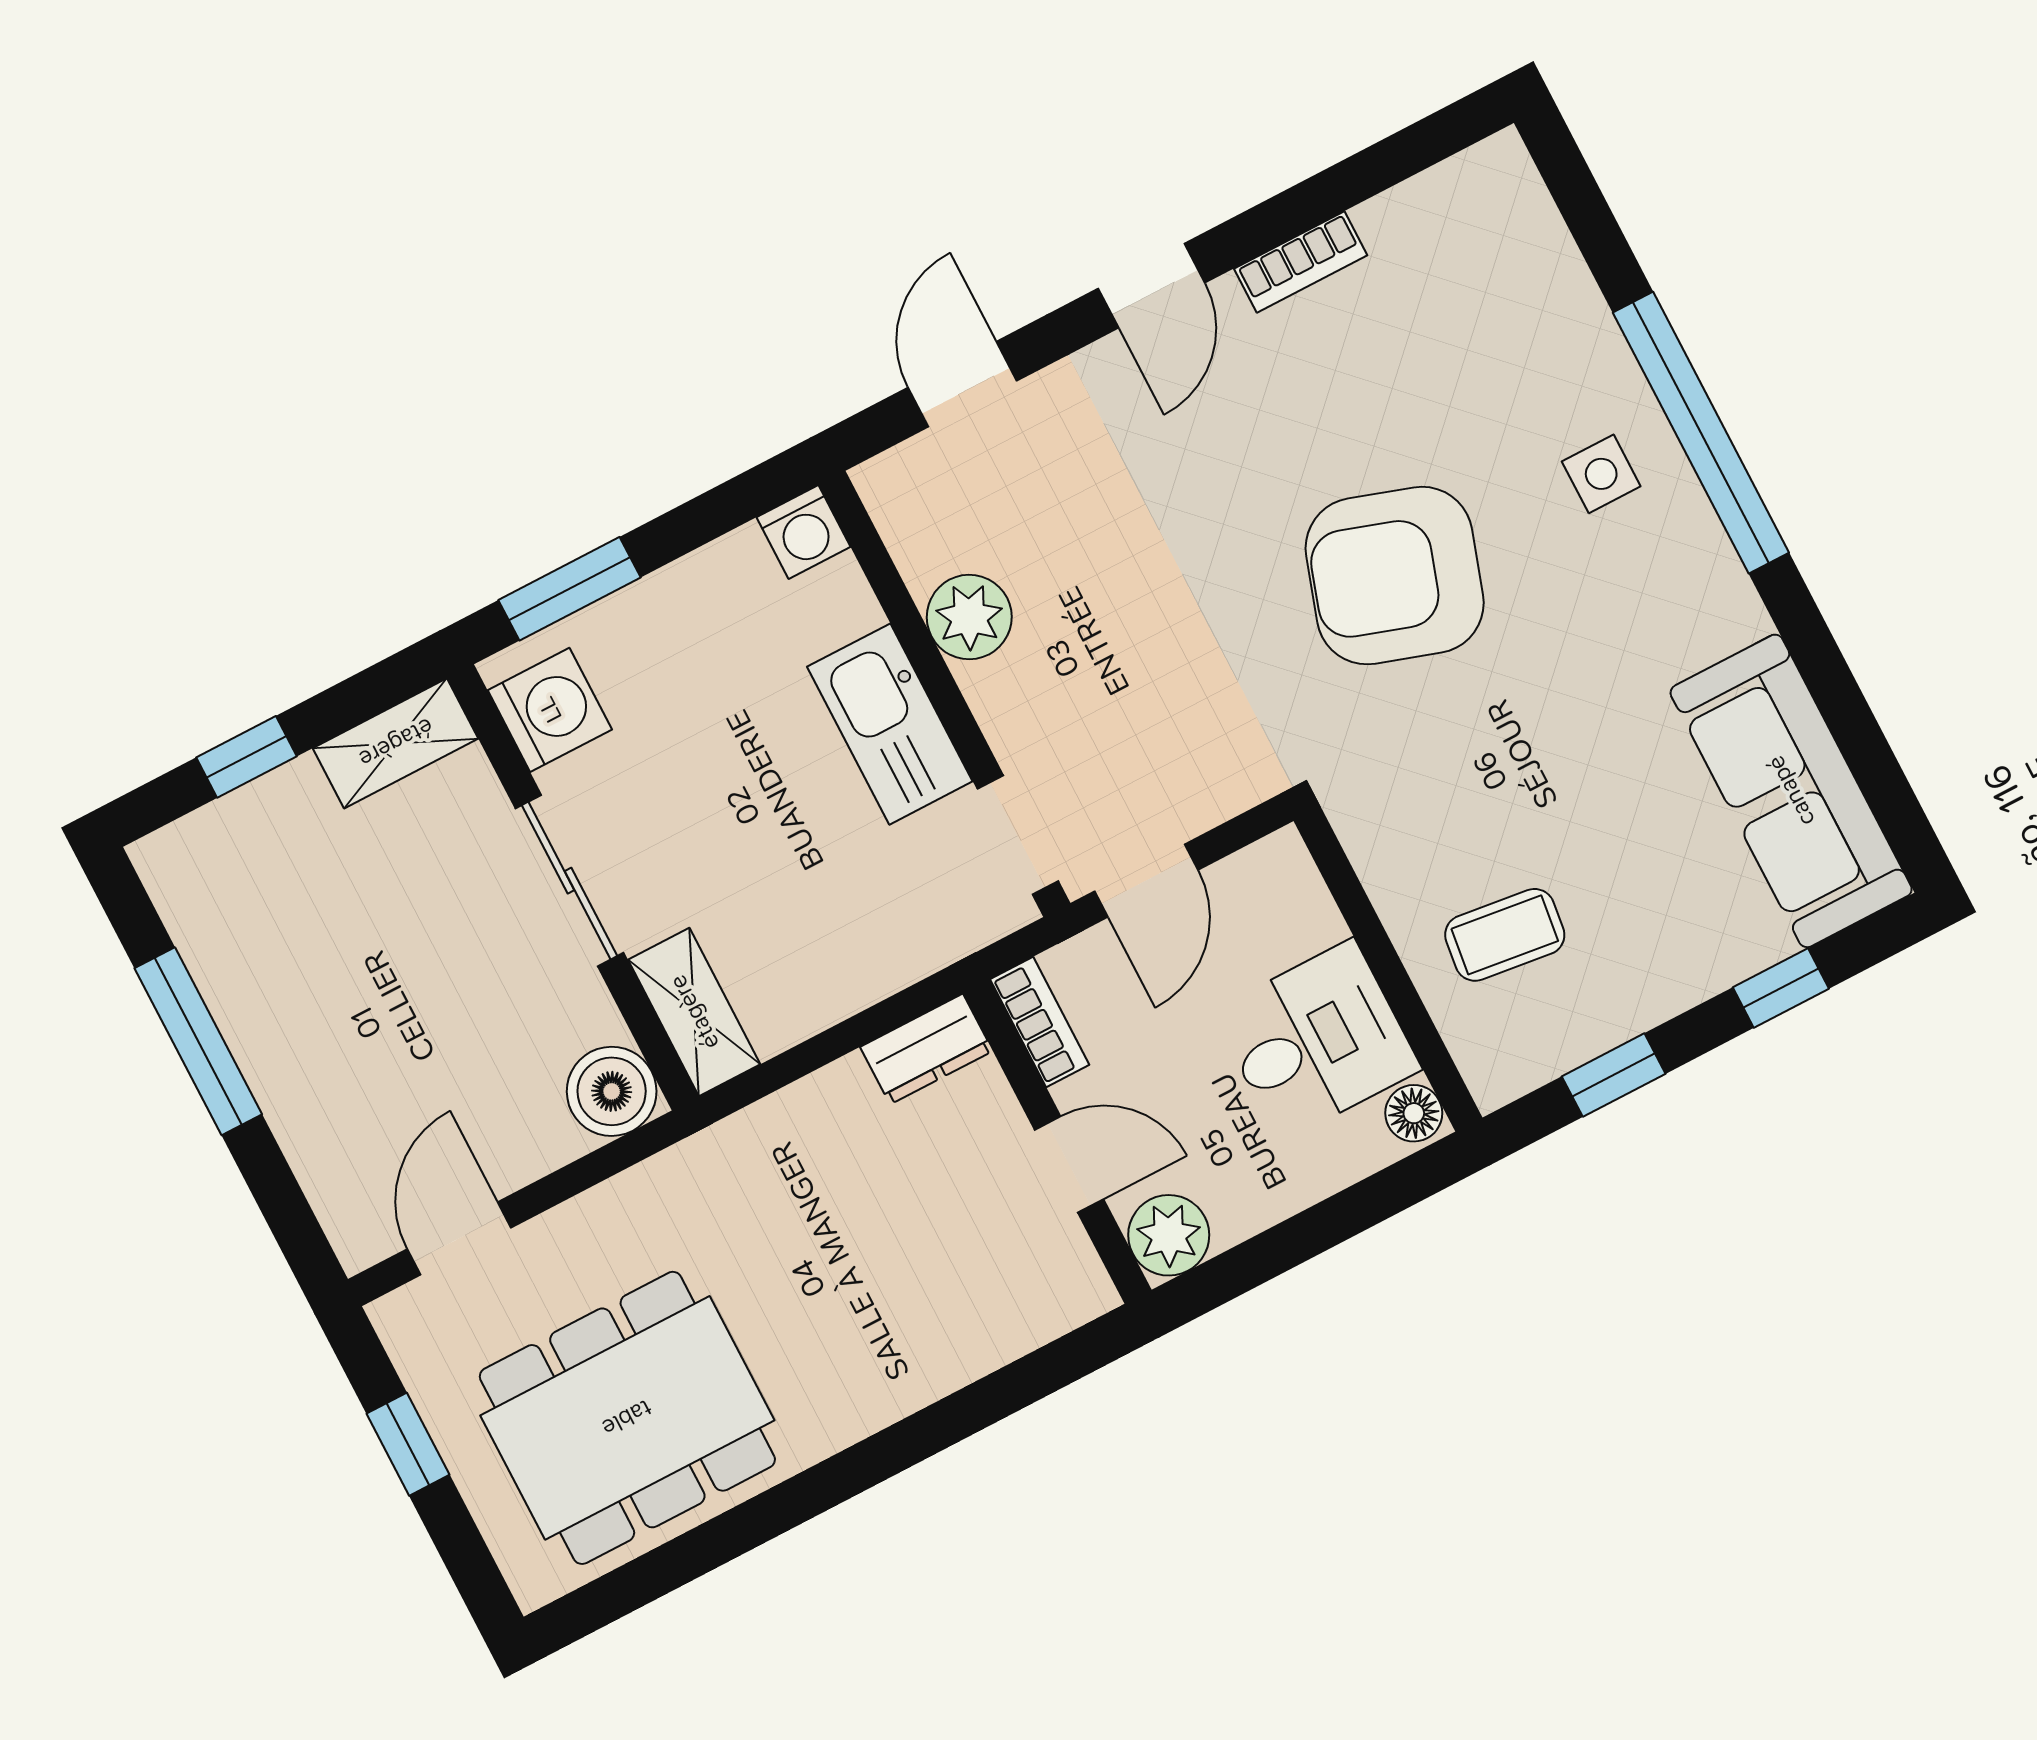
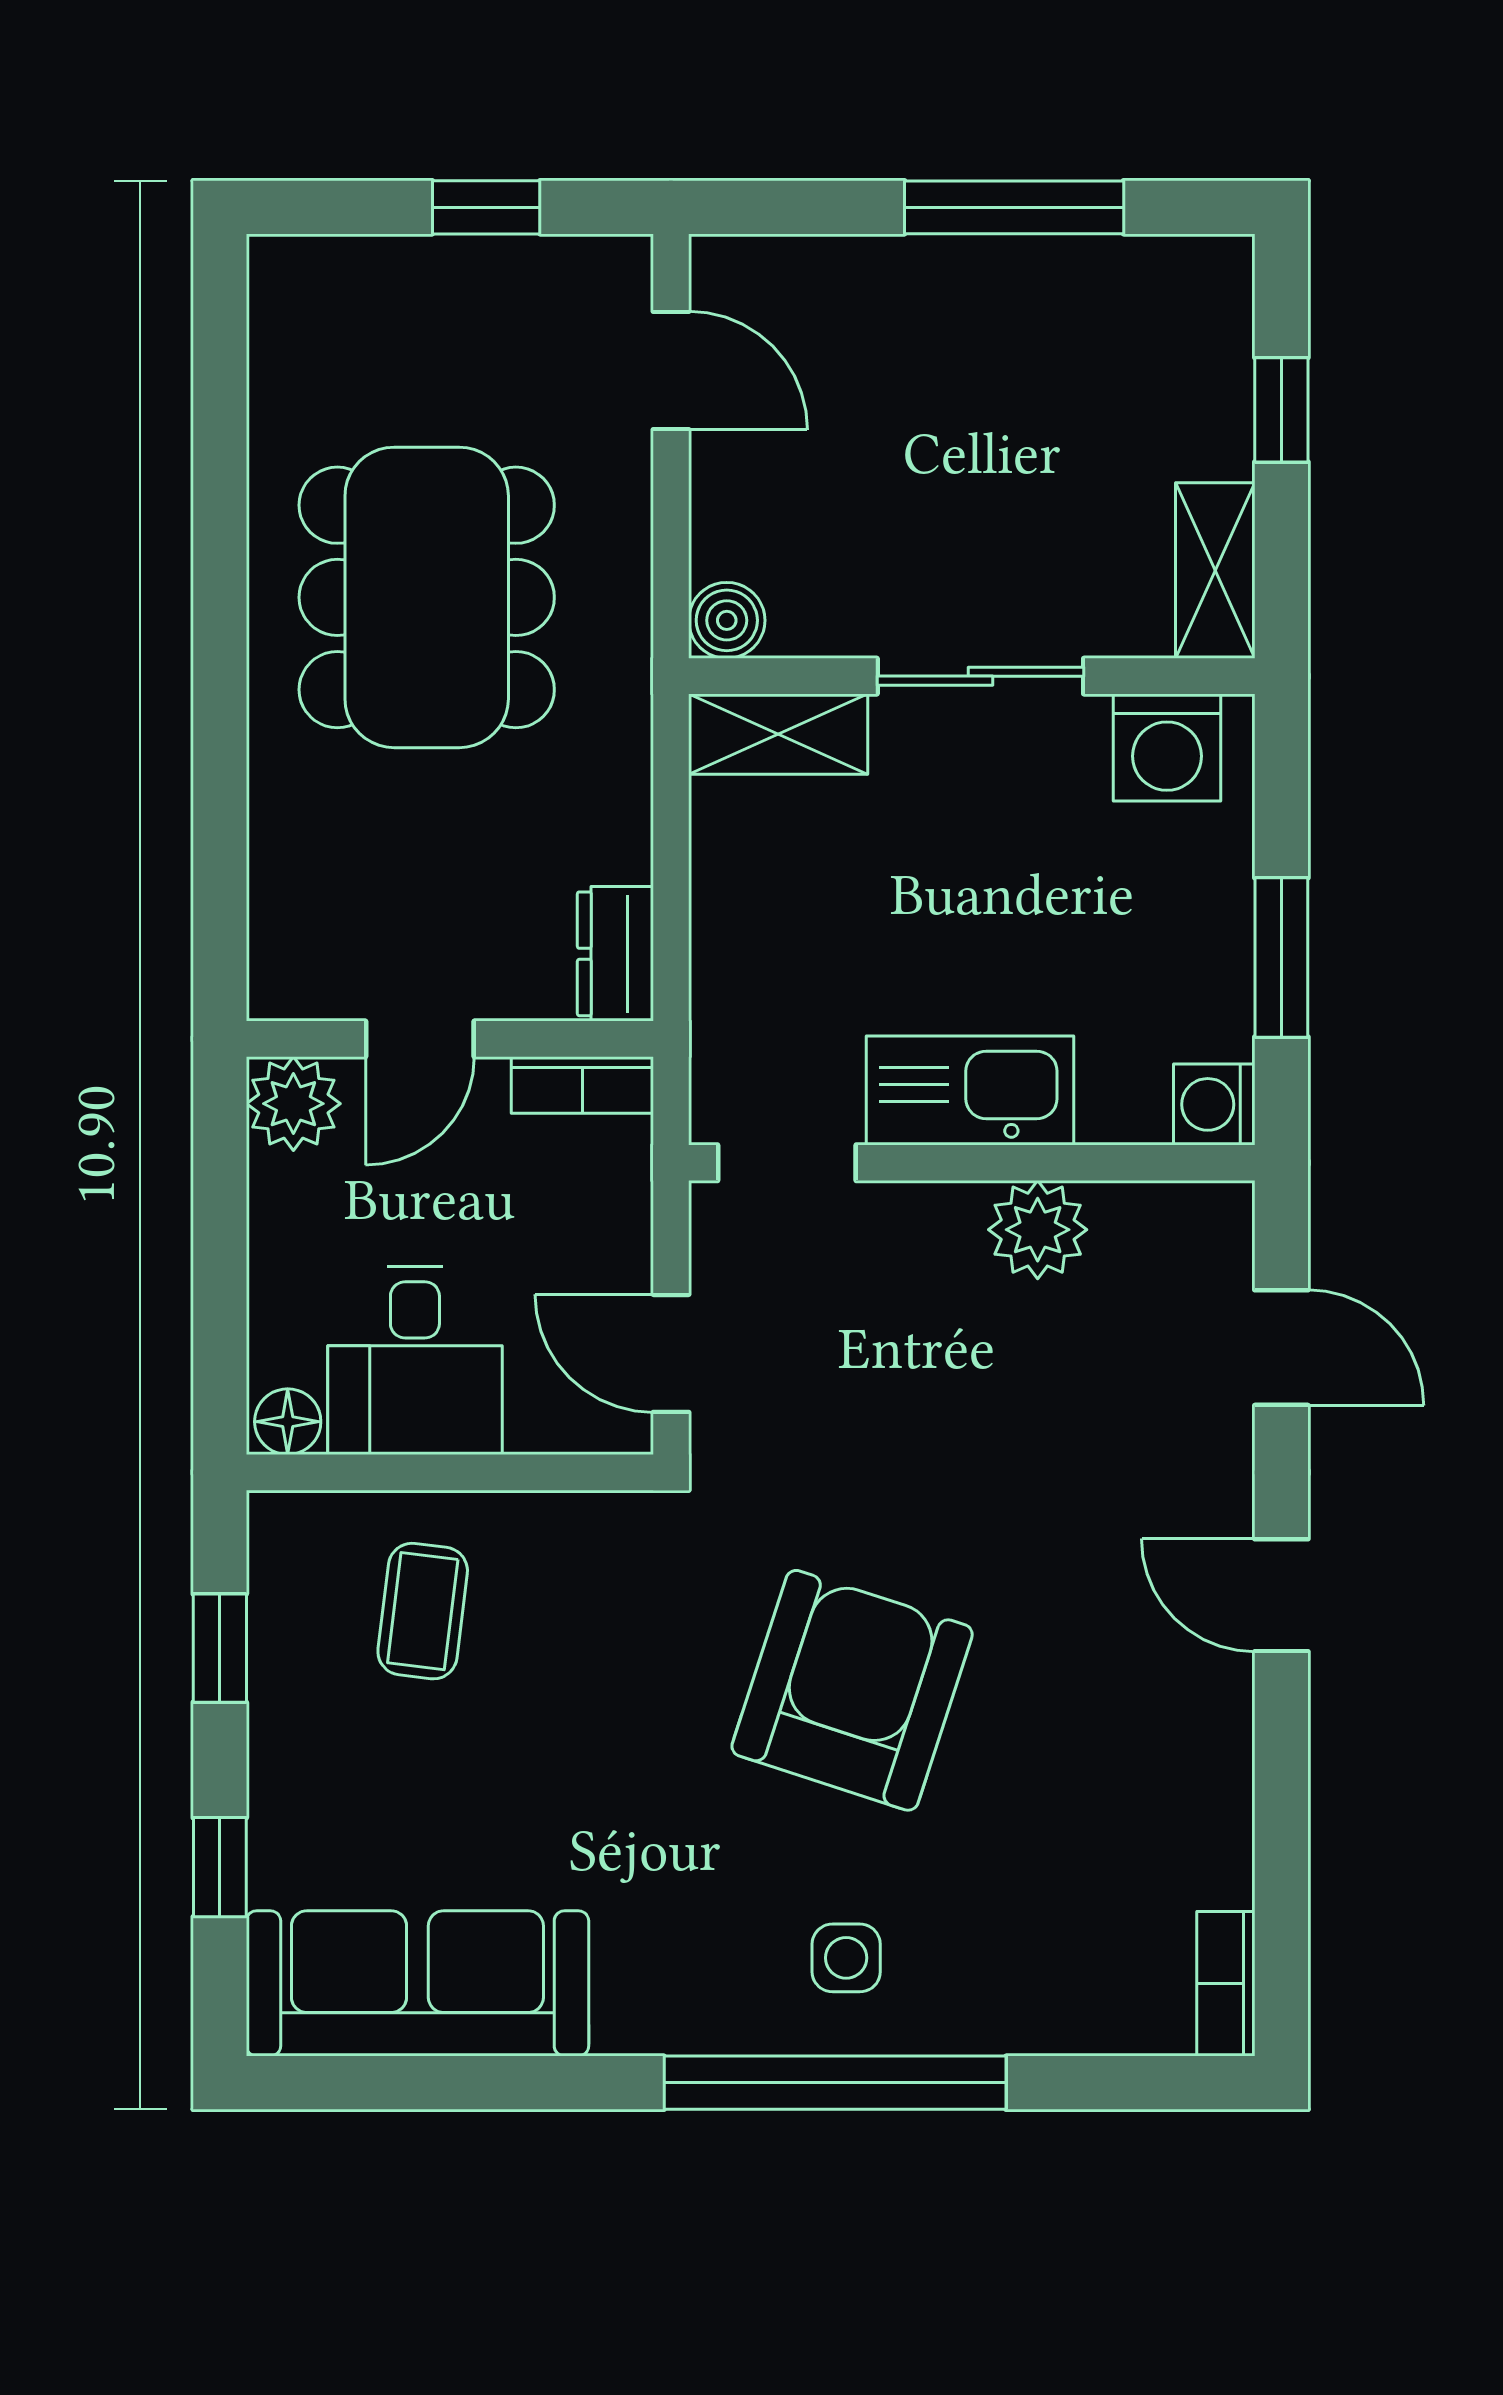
bookcase: (1301, 262) -> (1226, 1984), moved
window: (570, 589) -> (1281, 957), moved
door: (1146, 881) -> (671, 1353), moved
boiler: (612, 1091) -> (727, 620), width x0.73, depth x0.73
dining table: (627, 1418) -> (427, 597), moved

